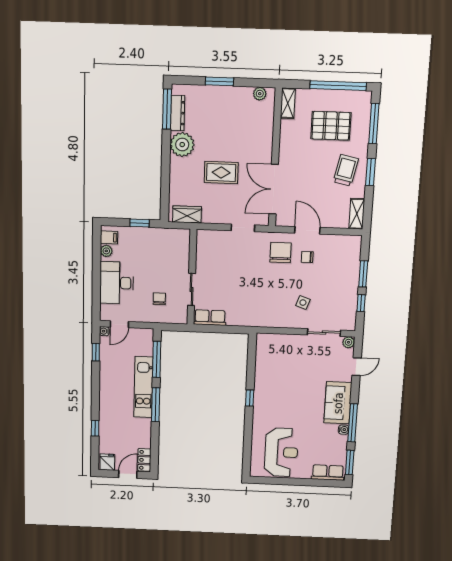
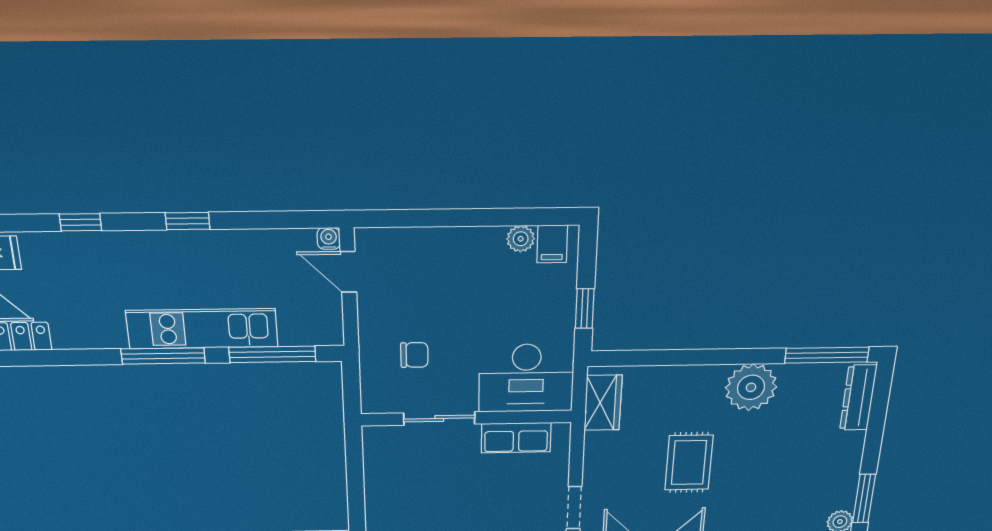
window: (219, 81) -> (864, 499), moved
dresser: (178, 113) -> (858, 398), moved, turned 90
desk: (117, 283) -> (526, 378), moved, turned 180
row of seats: (210, 318) -> (516, 438), moved, turned 90
window: (96, 352) -> (188, 221), moved

